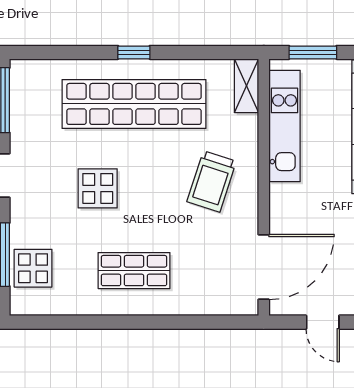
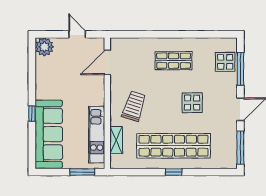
shelving: (246, 86) -> (116, 140), moved
door: (264, 267) -> (107, 62), width x0.73

